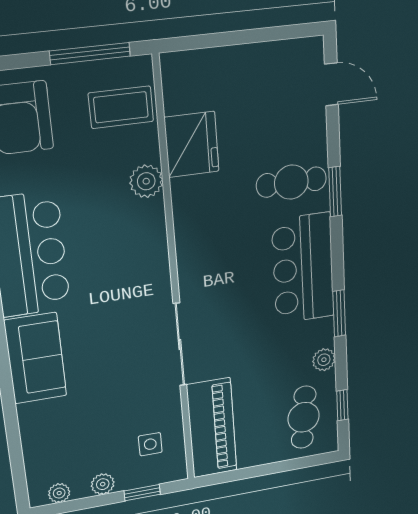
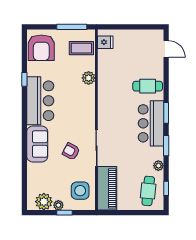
fridge: (192, 144) -> (105, 42), moved, width x0.53, depth x0.75
window: (335, 192) -> (166, 113), moved
armchair: (120, 362) -> (71, 151), added
side table: (150, 444) -> (80, 191), width x1.87, depth x1.87
plant: (59, 493) -> (44, 202), width x1.87, depth x1.87
window: (142, 493) -> (64, 213), moved

